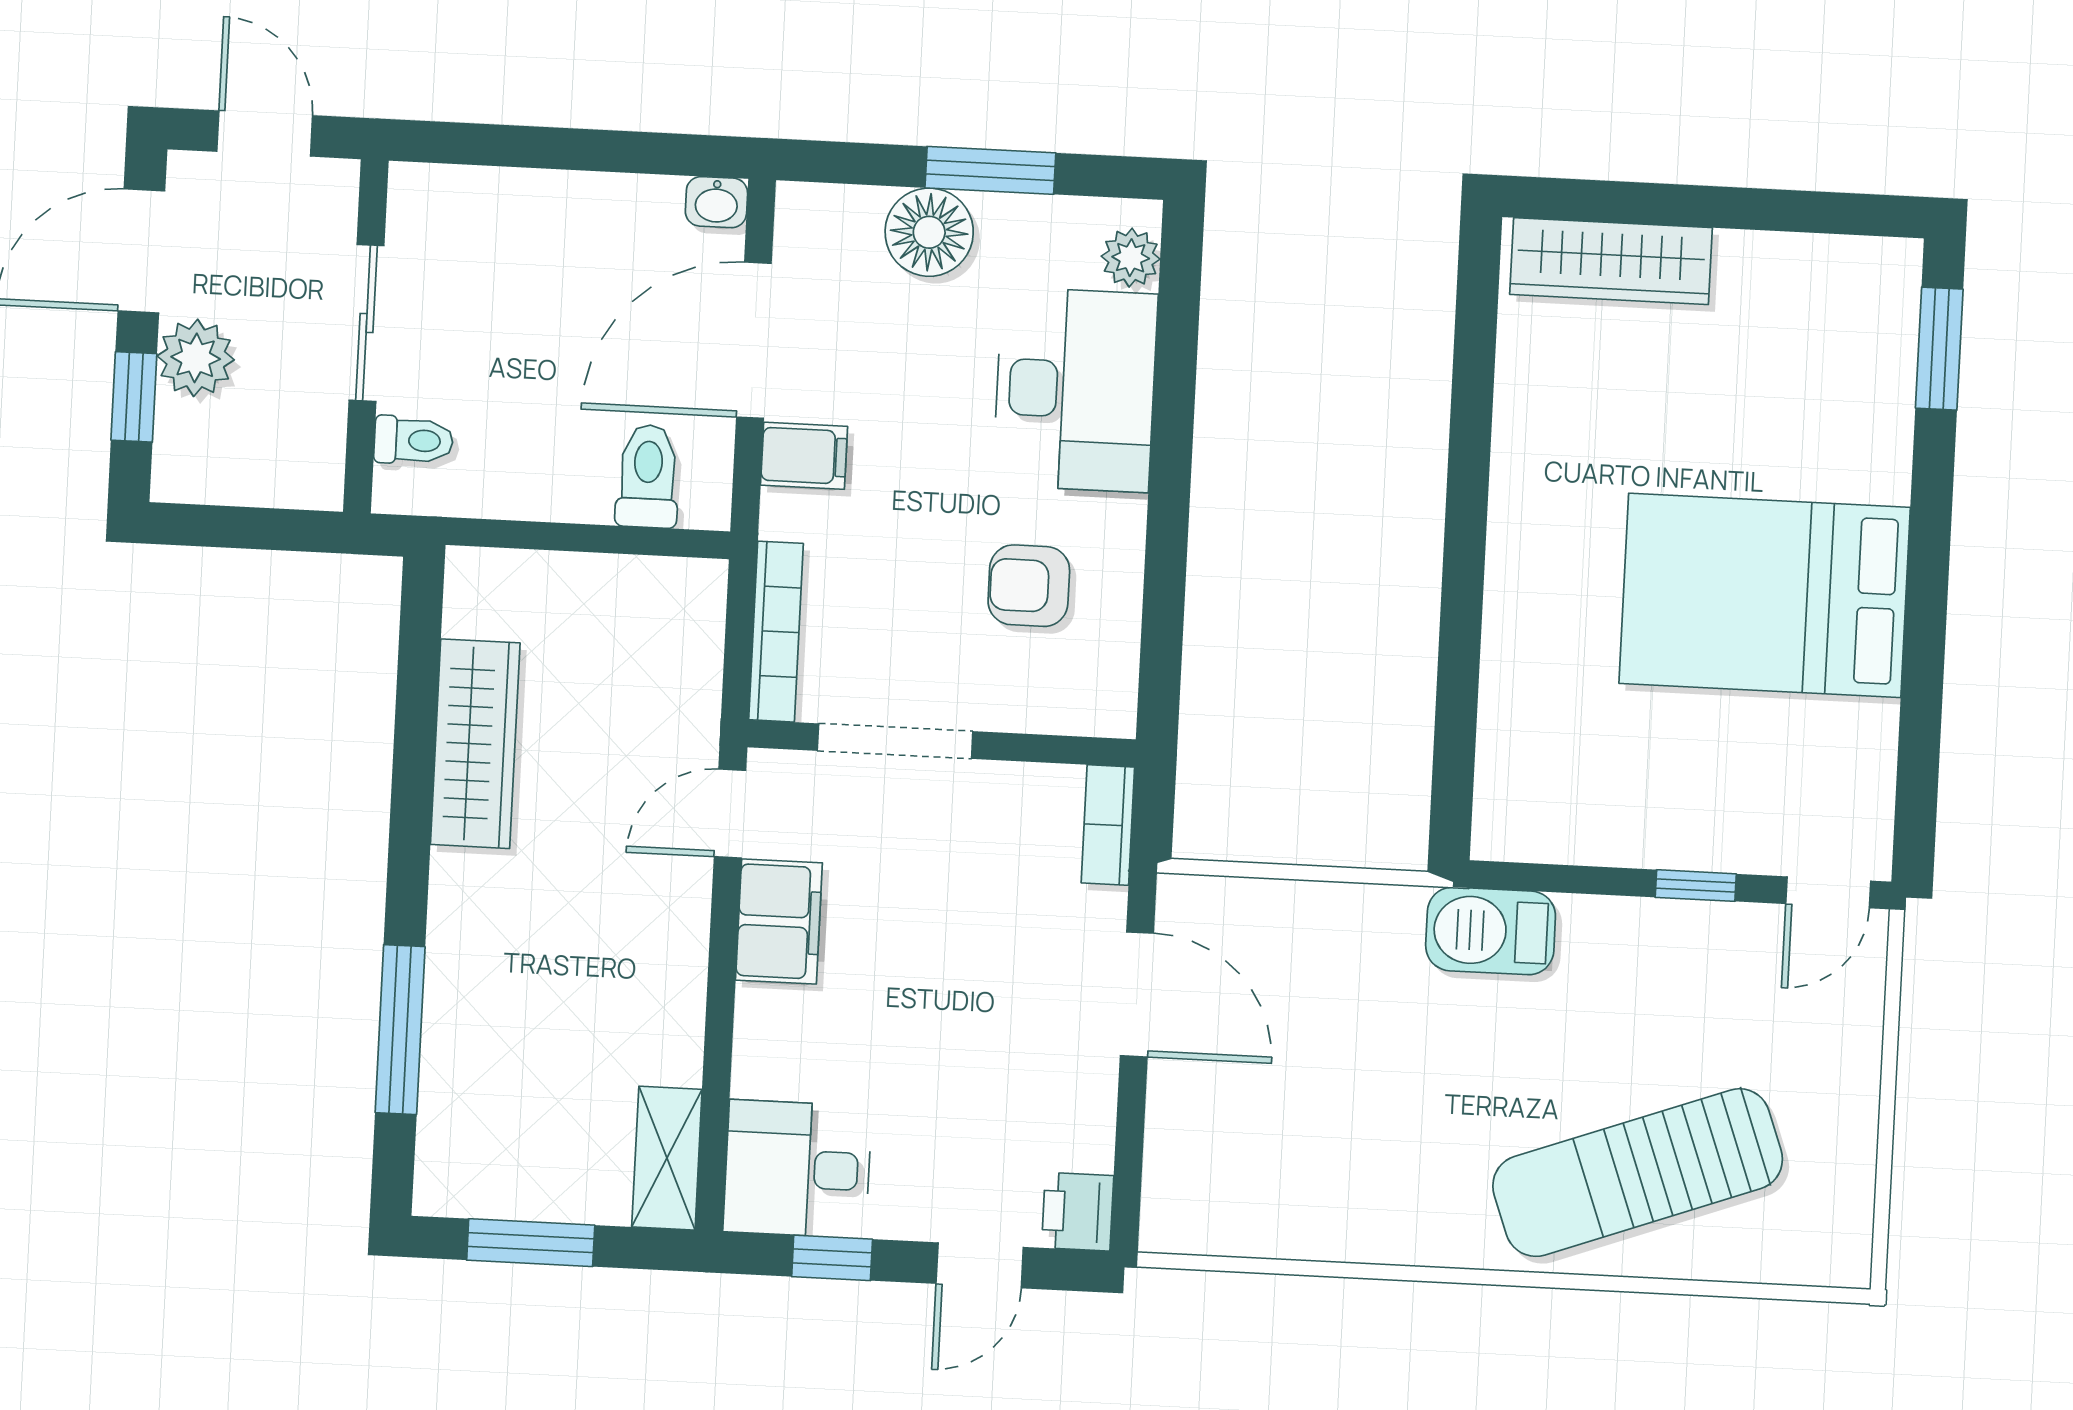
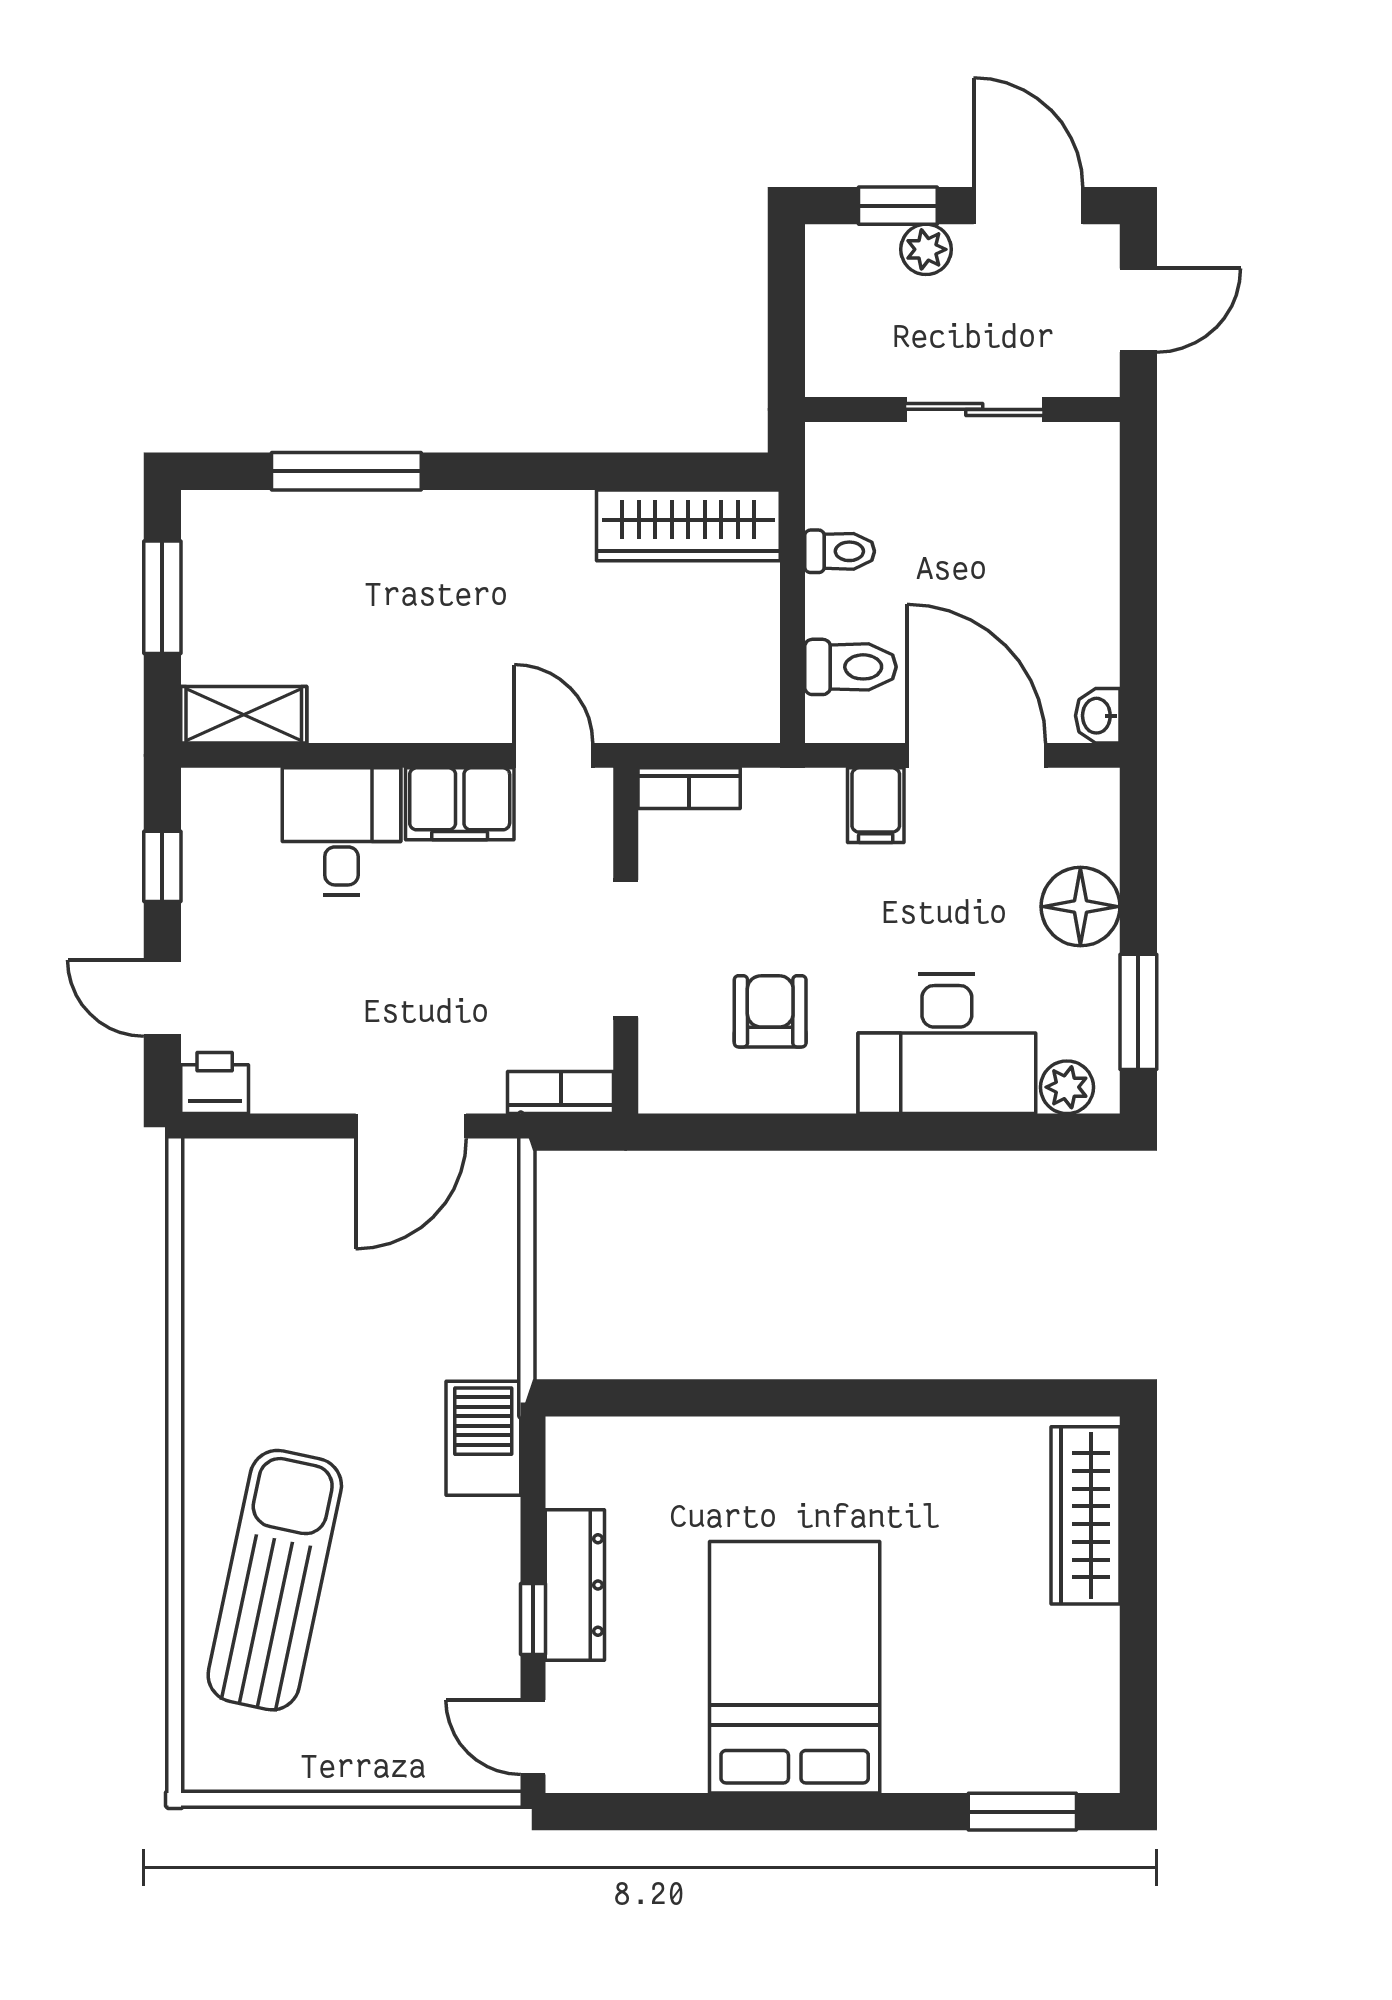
window: (990, 170) -> (1138, 1012), moved
plant: (196, 358) -> (926, 249), width x0.73, depth x0.73
toilet: (414, 440) -> (840, 551), moved, turned -90
bookcase: (776, 632) -> (689, 788), width x0.64
doorway: (895, 741) -> (626, 949), moved
wardrobe: (475, 744) -> (688, 525), moved
dresser: (1660, 837) -> (575, 1585), added
desk: (797, 1169) -> (341, 831), moved
sun lounger: (1638, 1173) -> (275, 1580), turned 32

